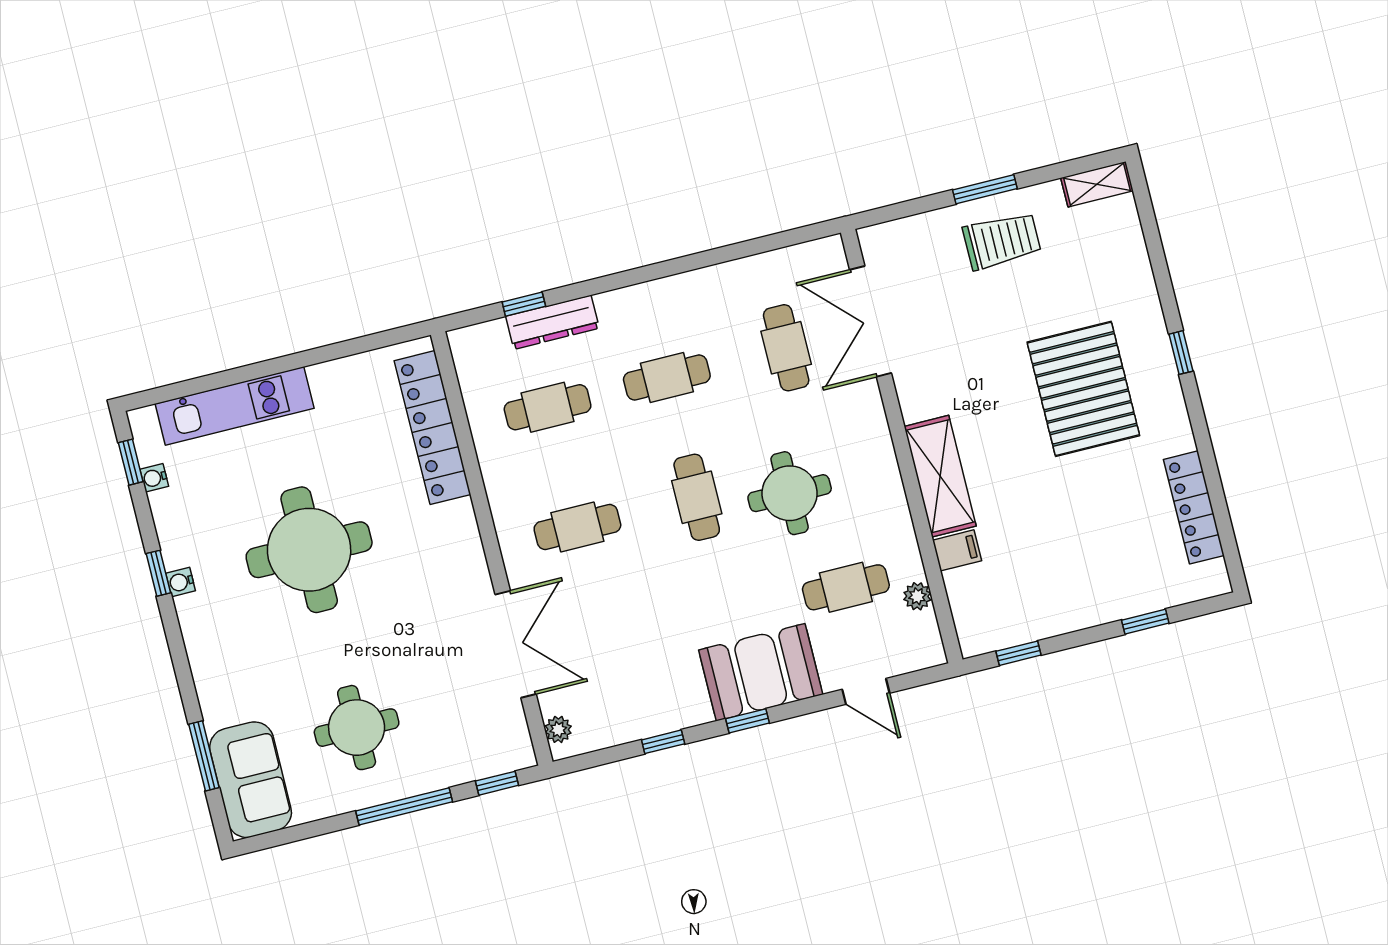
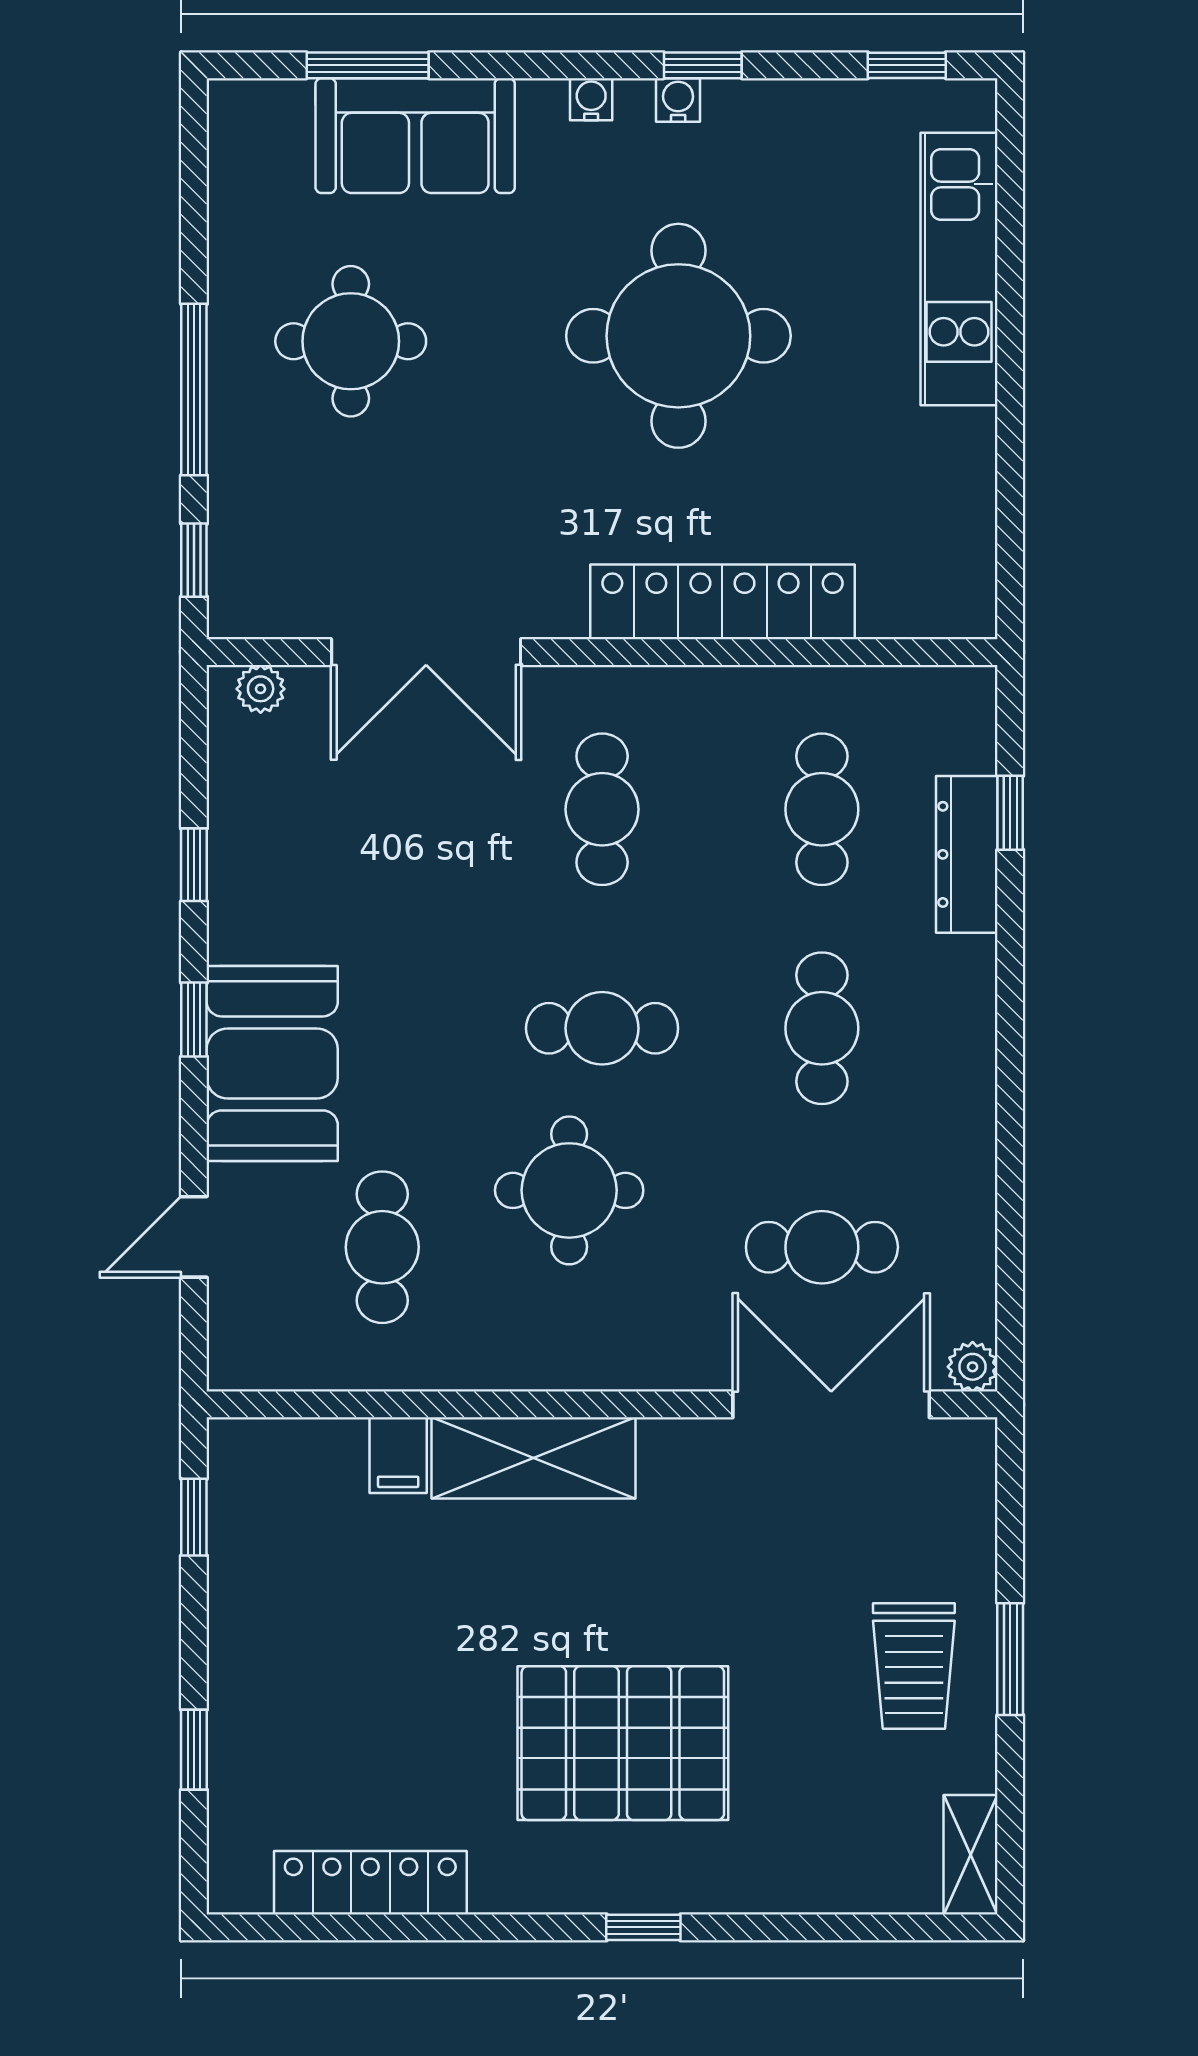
locker: (433, 428) -> (722, 602), moved
water cooler: (154, 478) -> (591, 99), moved
plant: (917, 596) -> (973, 1367), moved
sofa: (251, 780) -> (415, 136), moved

